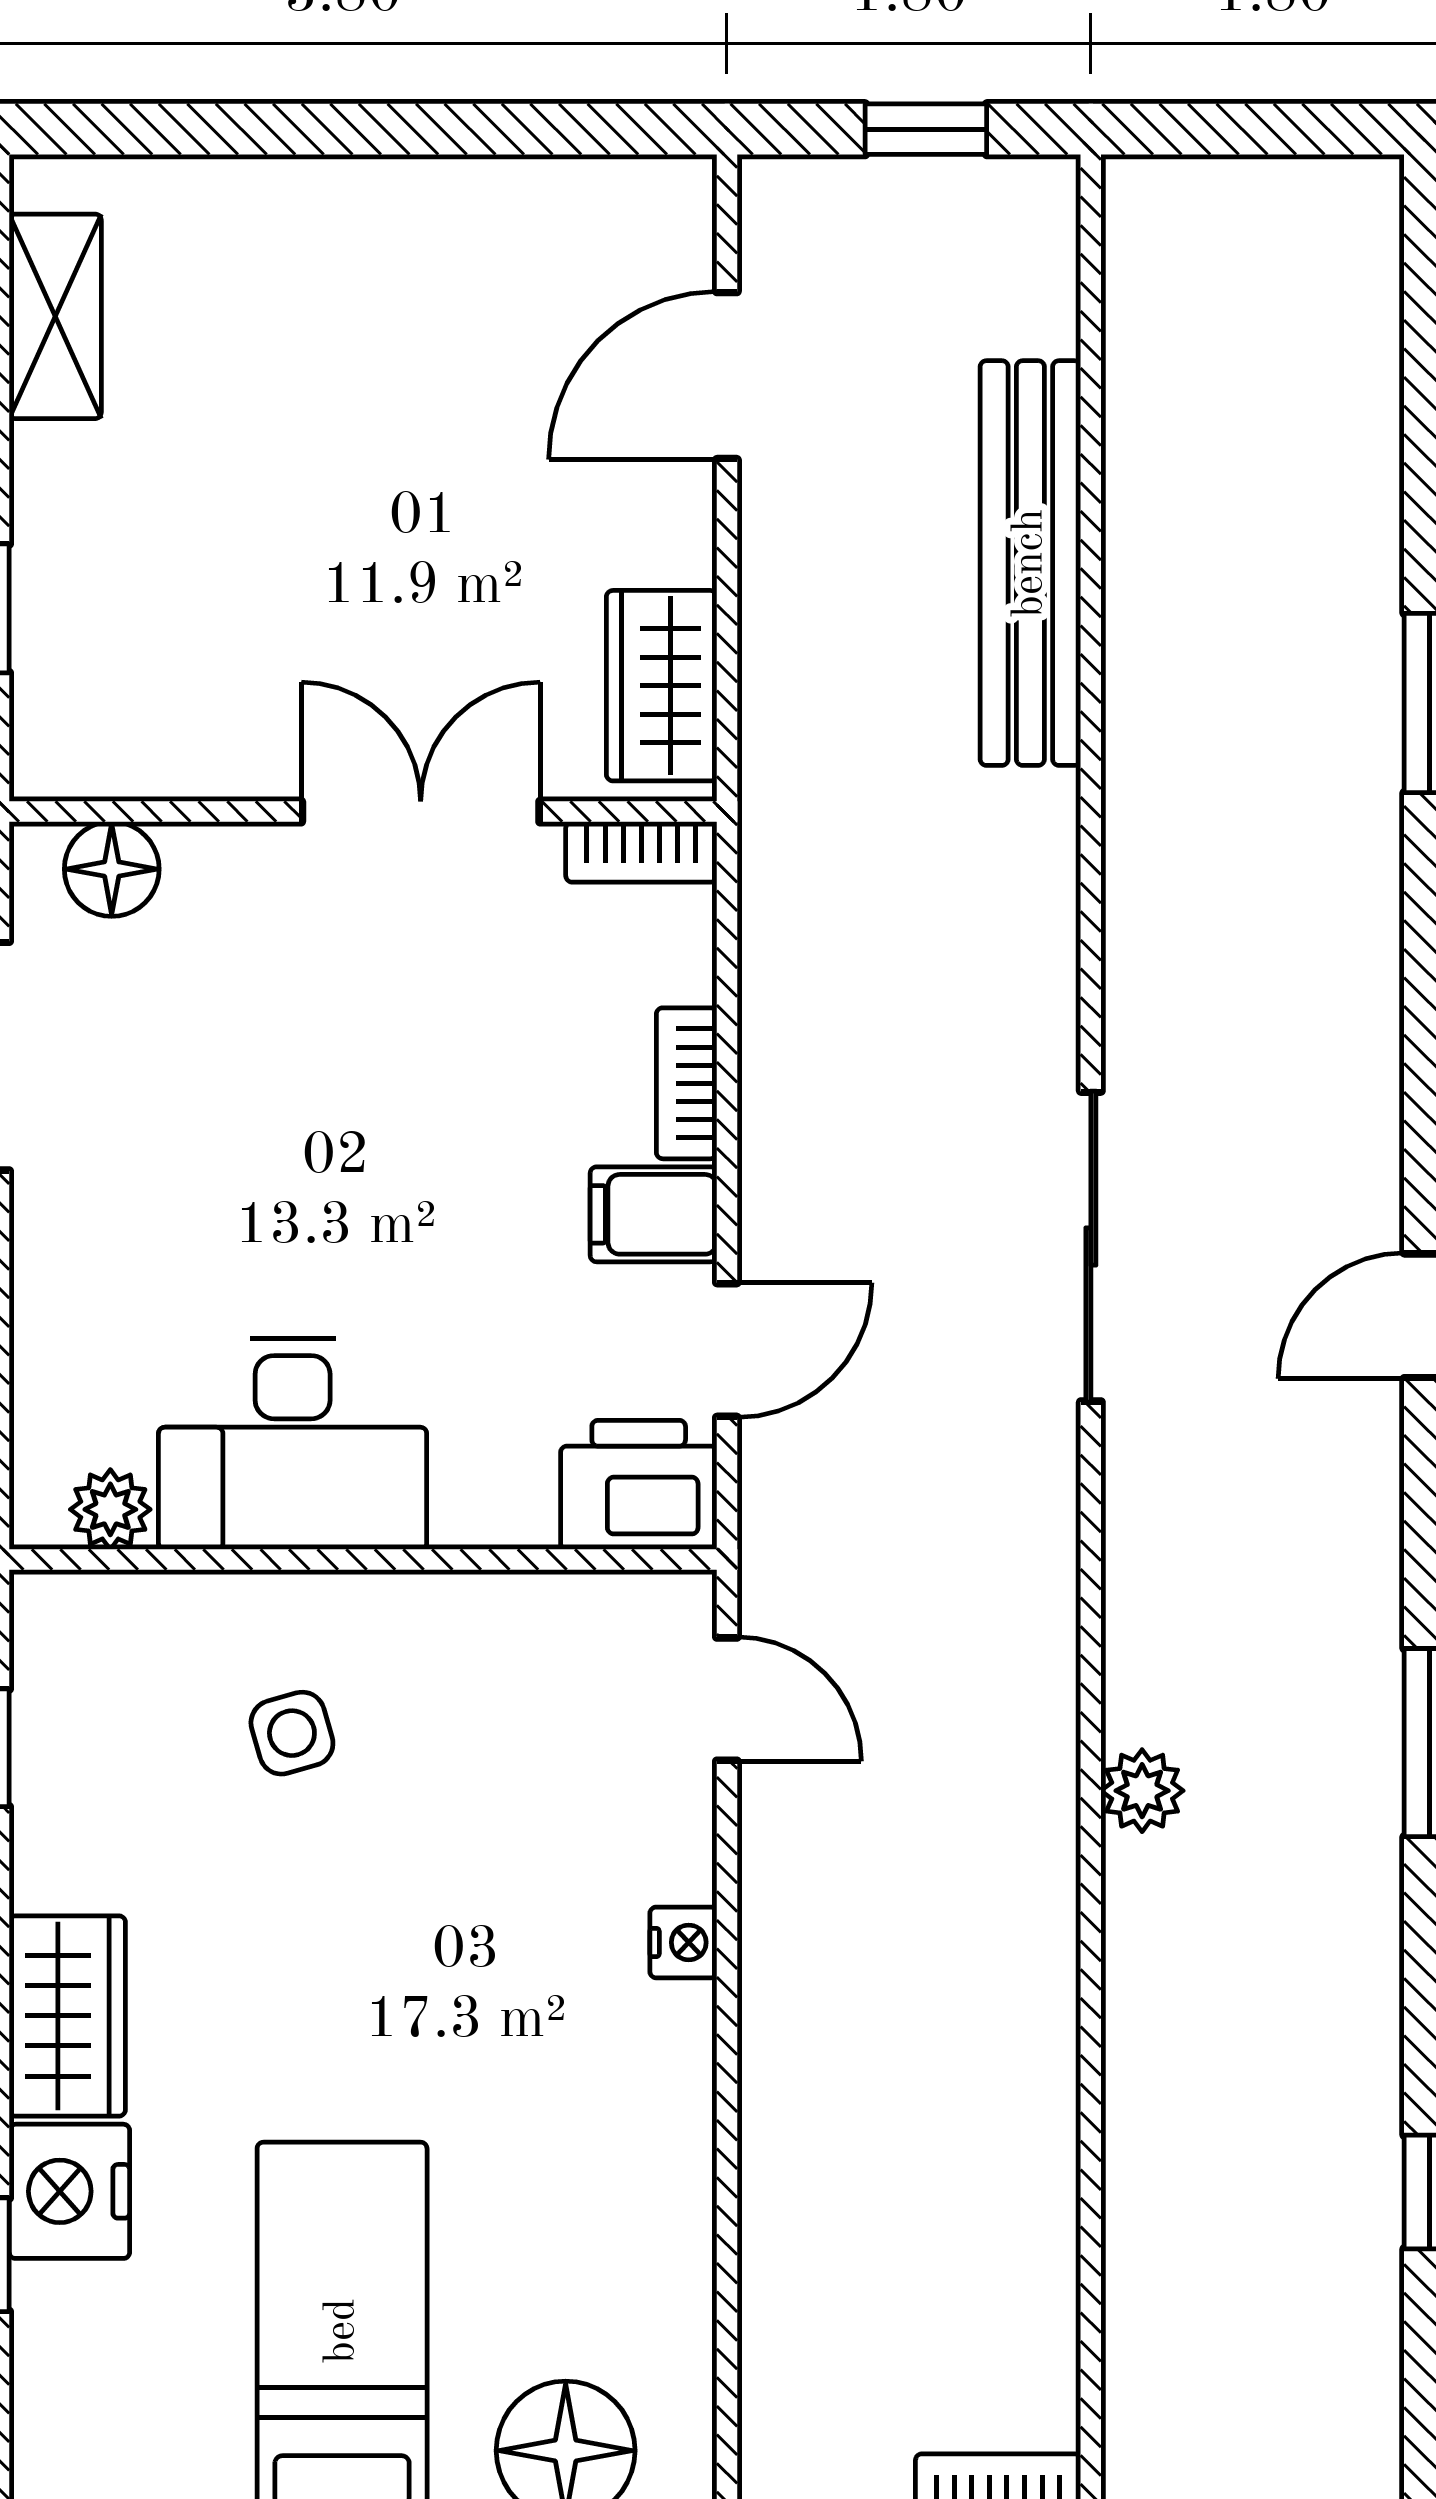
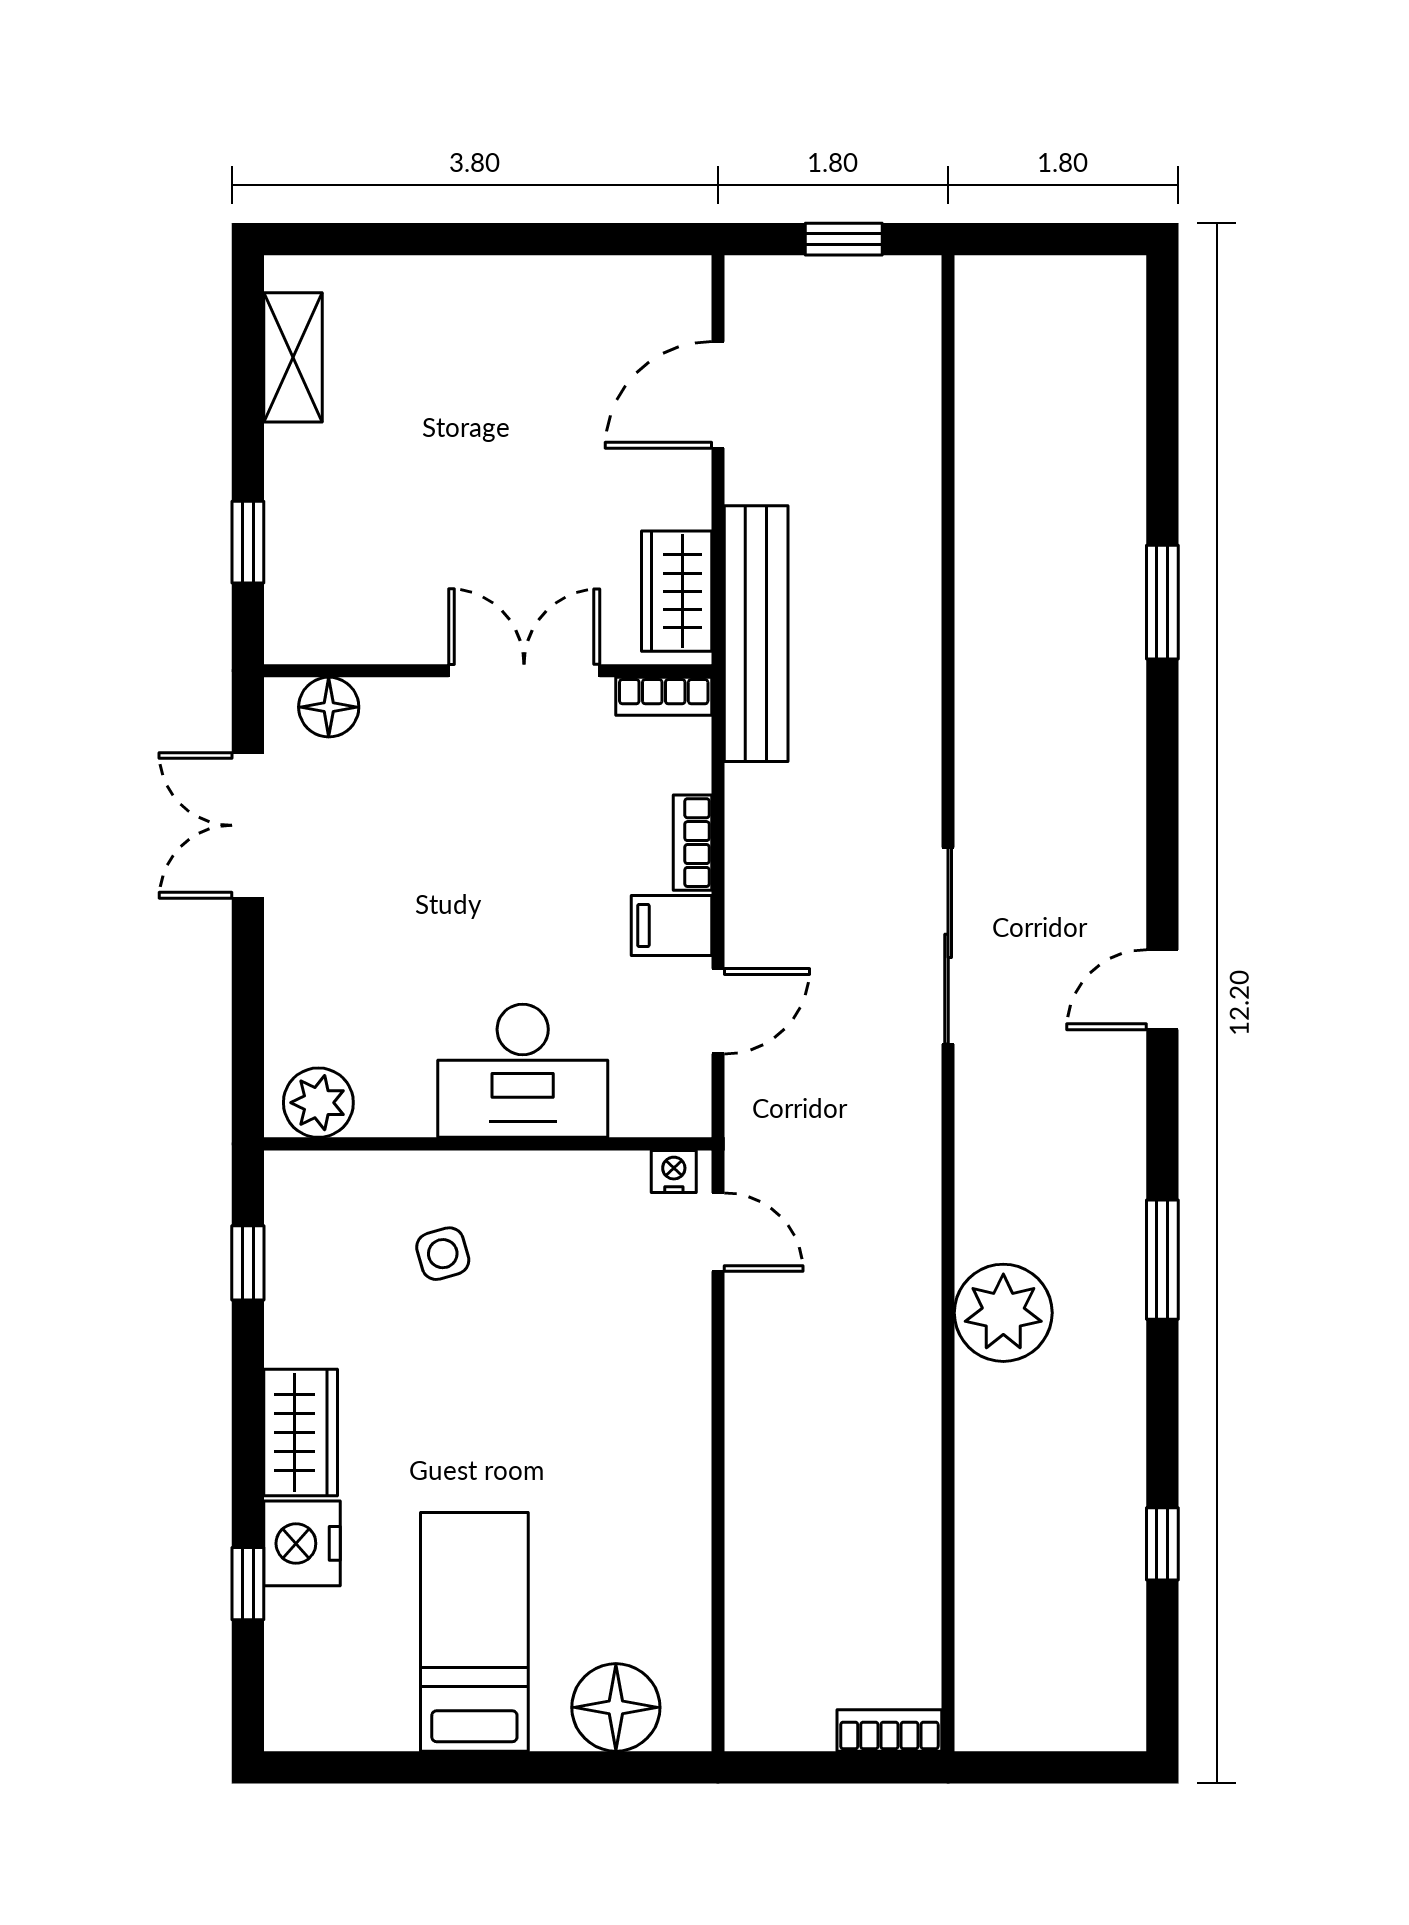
bench: (1030, 563) -> (756, 634), moved
desk: (293, 1444) -> (523, 1071), moved
printer: (639, 1485) -> (662, 1097), removed
plant: (110, 1509) -> (318, 1103), width x1.38, depth x1.38
plant: (1142, 1791) -> (1003, 1313), width x1.88, depth x1.88
nightstand: (683, 1942) -> (674, 1171), moved, turned -90

